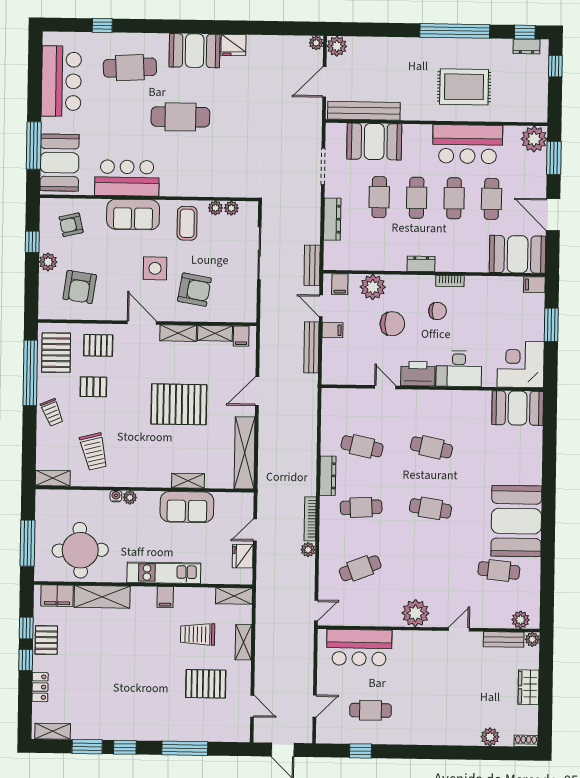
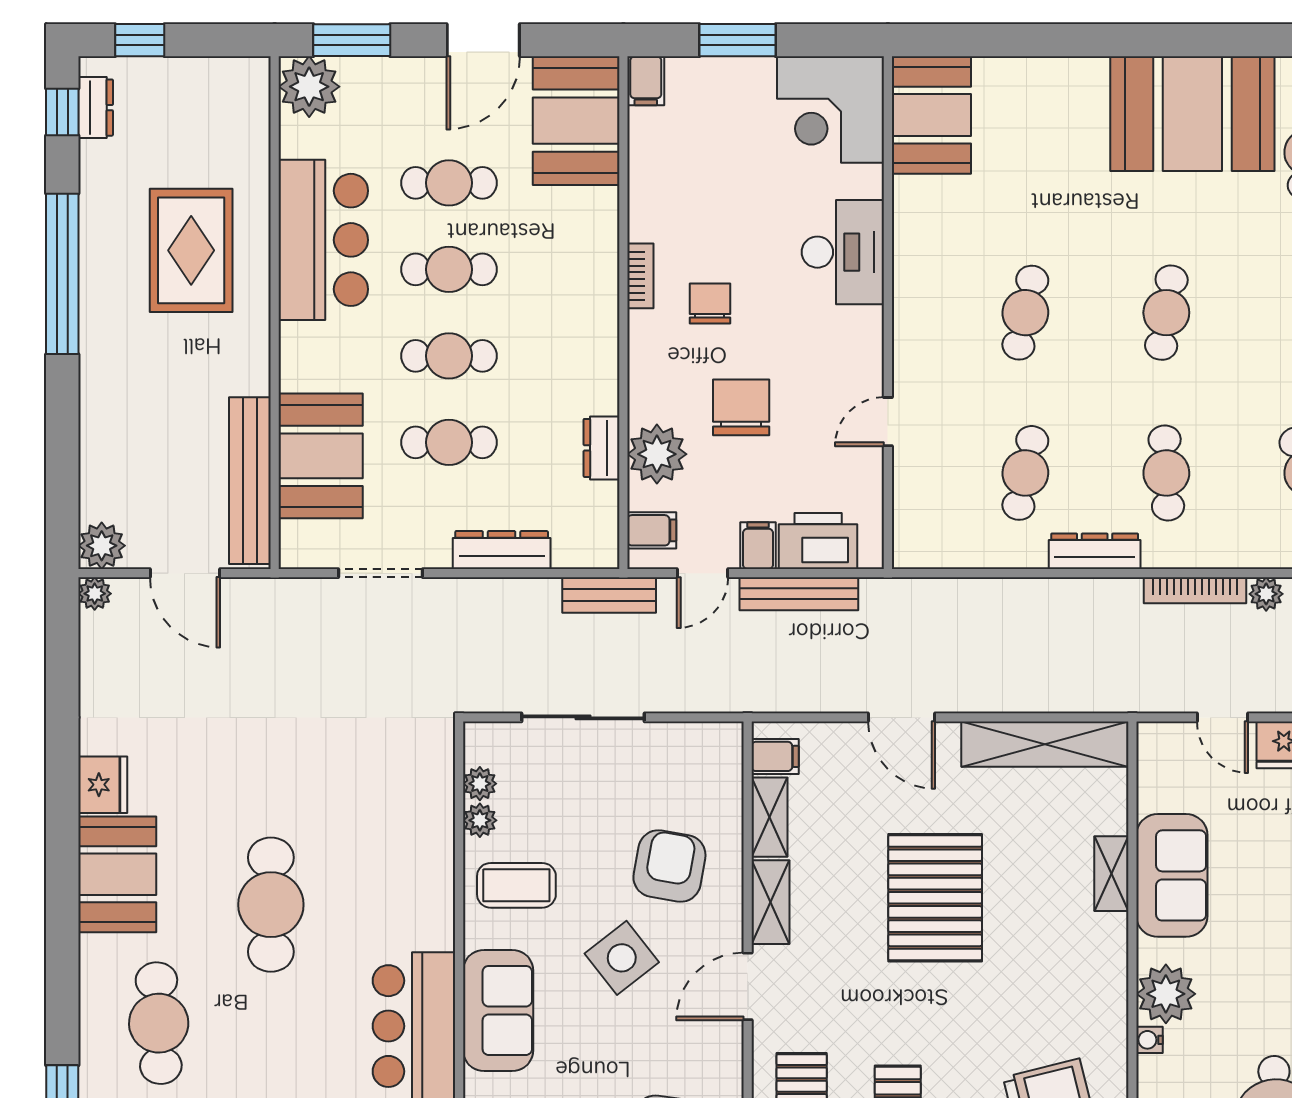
dresser: (421, 264) -> (602, 448), moved
side table: (155, 268) -> (622, 958), turned -38
printer: (418, 374) -> (818, 541), moved, turned 90
plant: (130, 497) -> (1166, 994), width x1.88, depth x1.88

